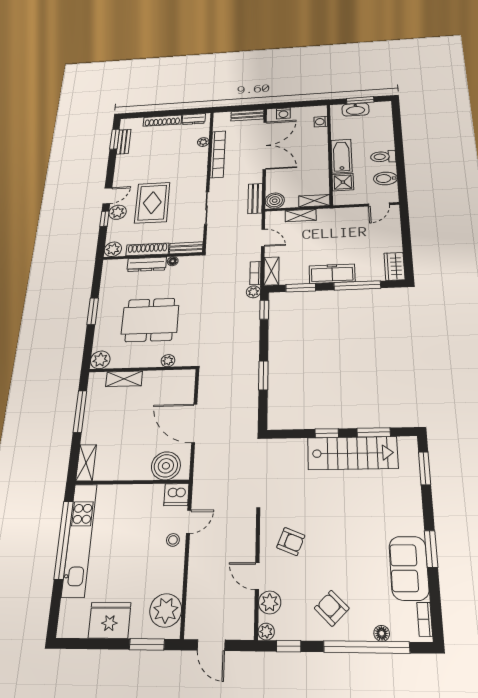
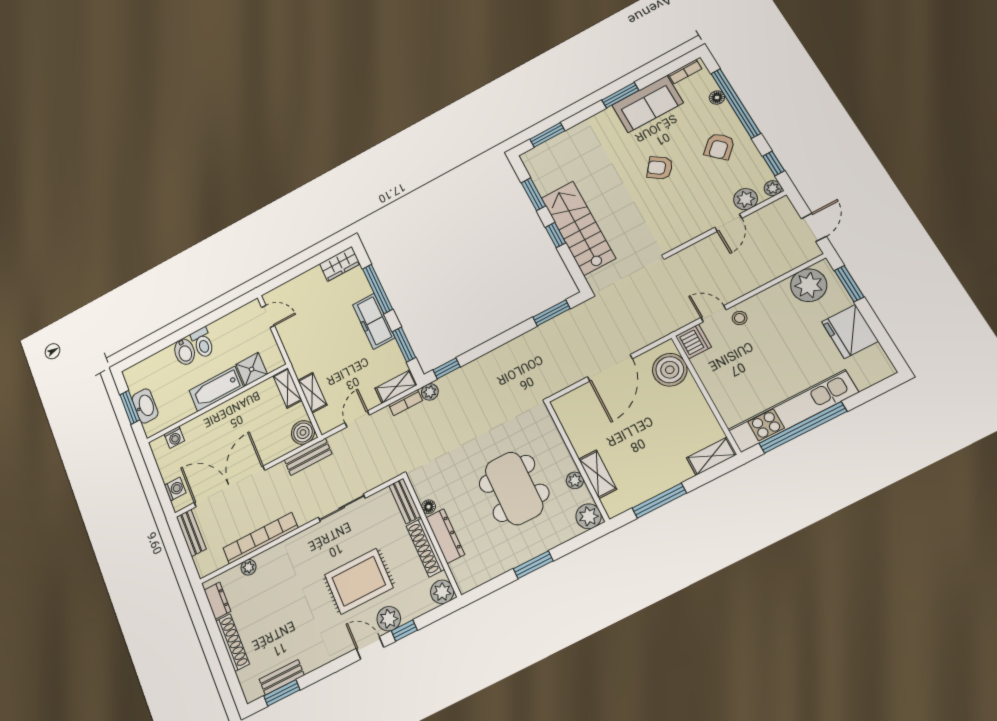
bidet: (385, 178) -> (185, 352), moved
plant: (168, 361) -> (575, 480), moved
window: (263, 375) -> (552, 313), moved
stairs: (352, 453) -> (578, 228), moved
armchair: (291, 541) -> (660, 168), moved, turned -76

